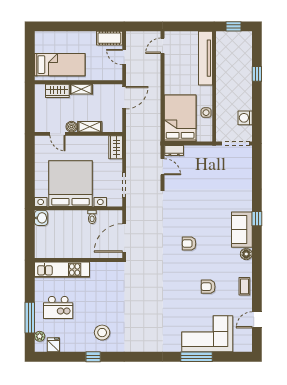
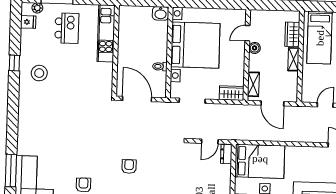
door: (124, 98) -> (272, 103), moved
shelving: (90, 127) -> (253, 84), moved
kitchen island: (58, 307) -> (67, 28), turned 180

